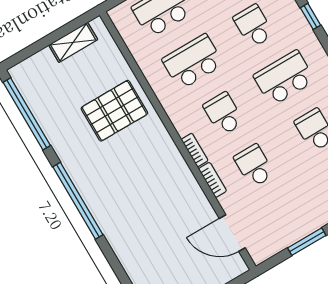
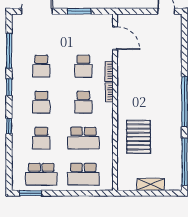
shelving: (73, 42) -> (151, 184), moved
school desk: (284, 78) -> (41, 102), width x0.54
pallet: (114, 111) -> (138, 137), turned 90

